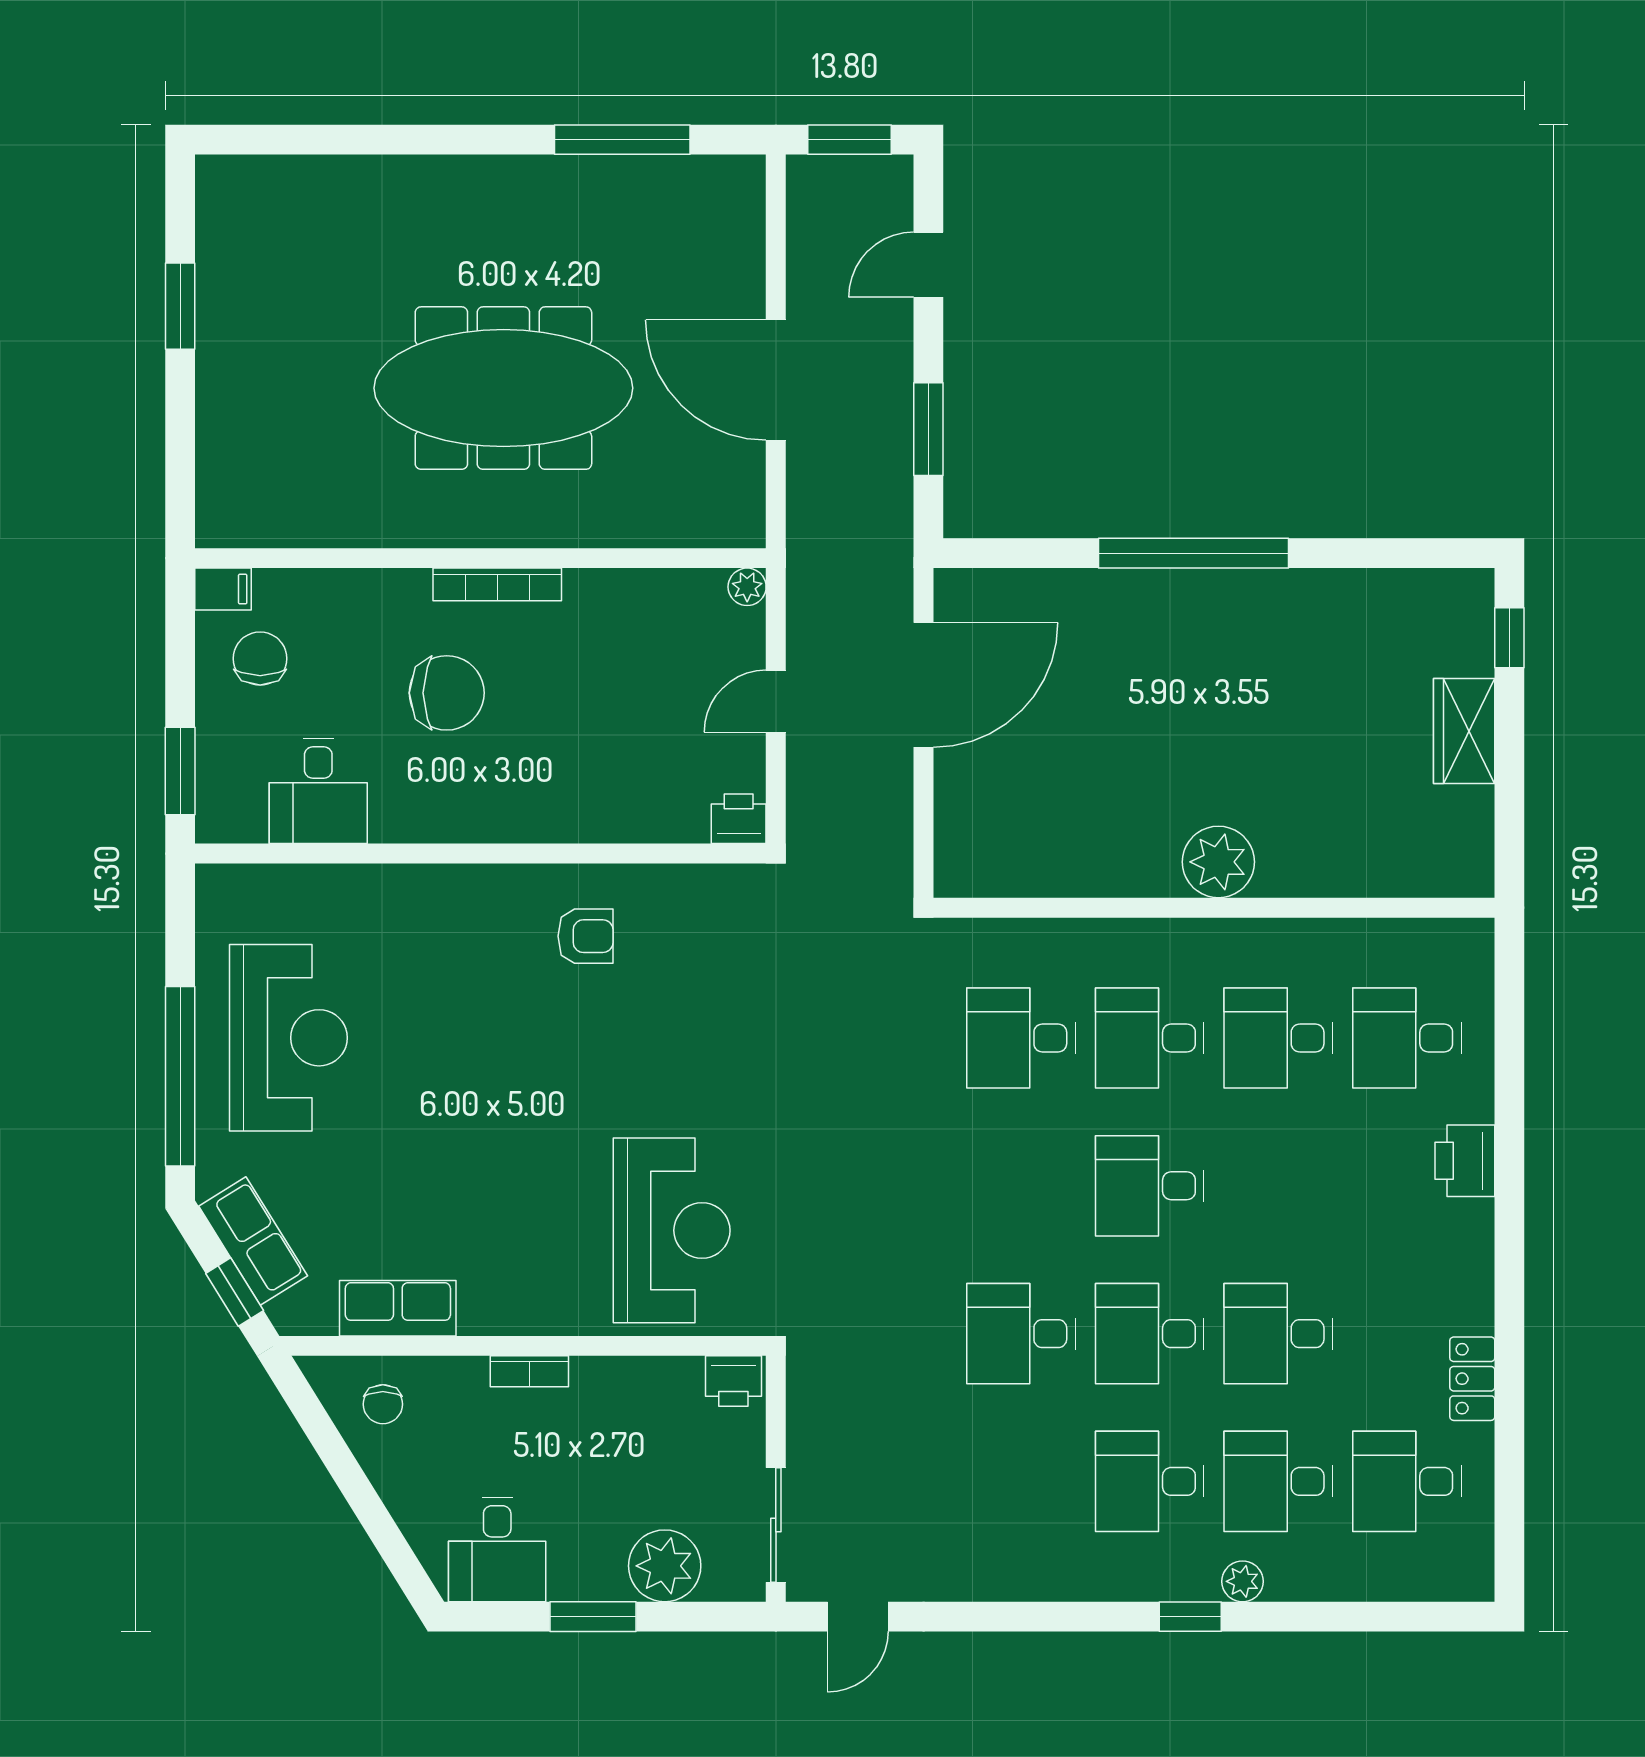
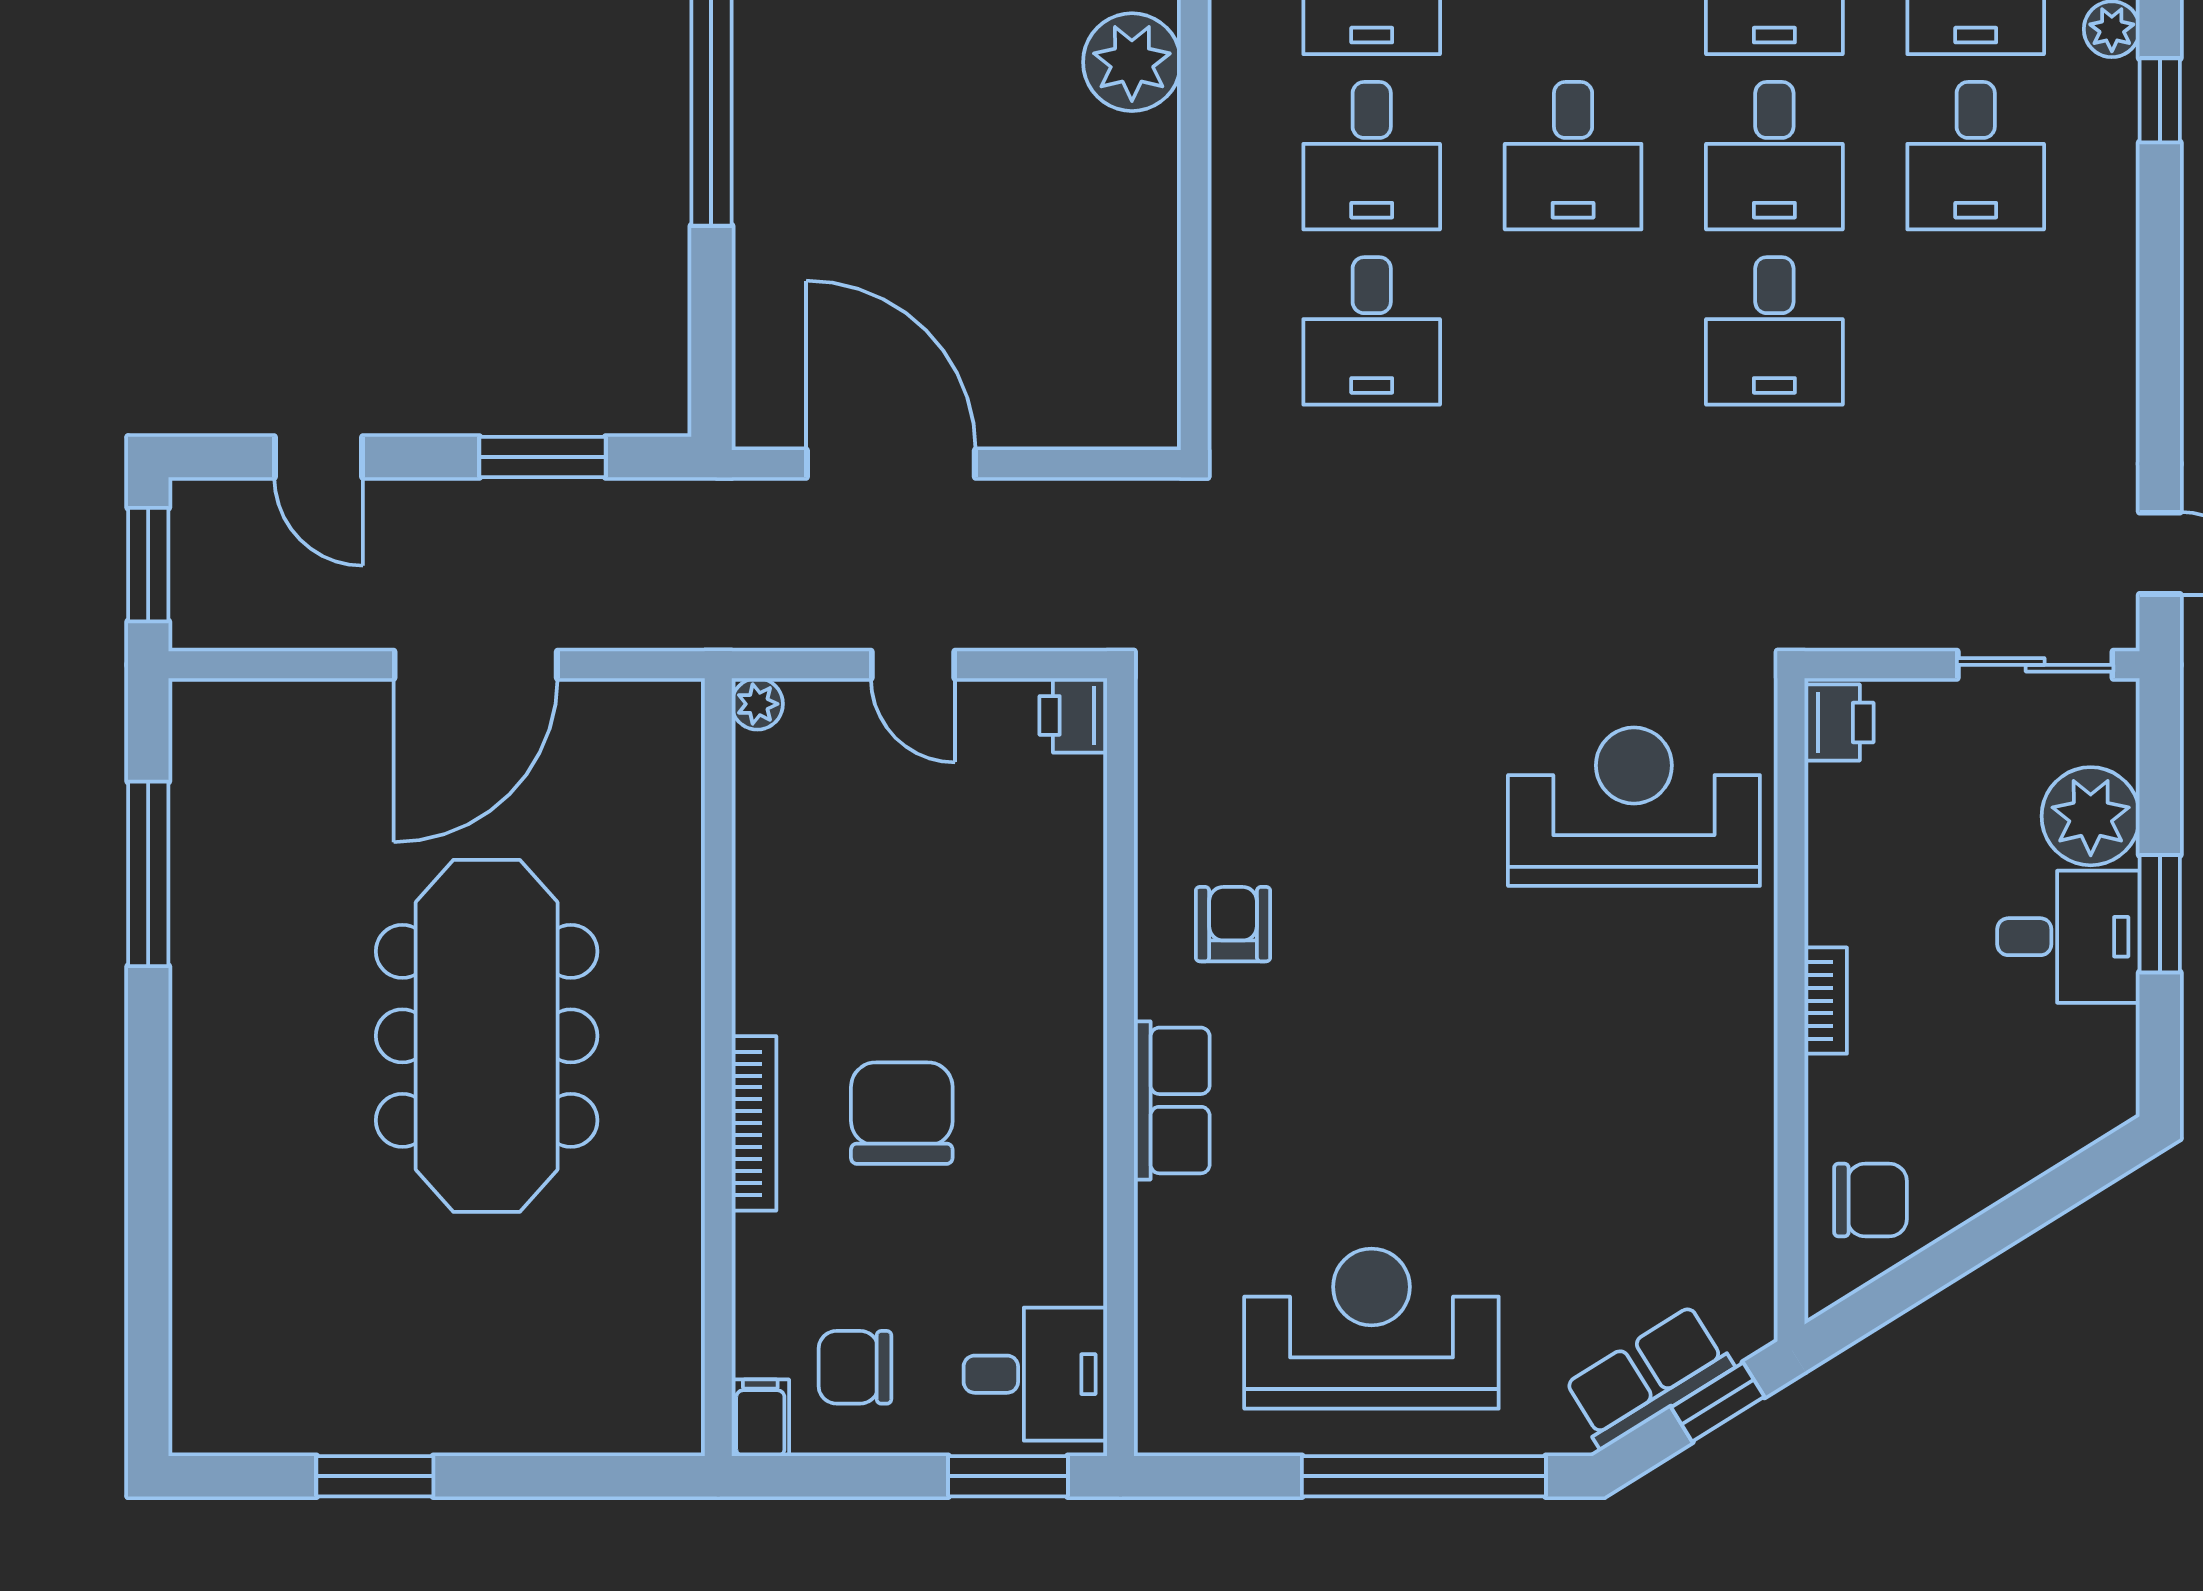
bookcase: (497, 584) -> (754, 1123), moved
desk: (318, 791) -> (1035, 1374), moved
row of seats: (398, 1308) -> (1172, 1100), moved, turned 180
chair: (383, 1404) -> (1871, 1200), width x1.37, depth x1.37
desk: (497, 1550) -> (2068, 937), moved

